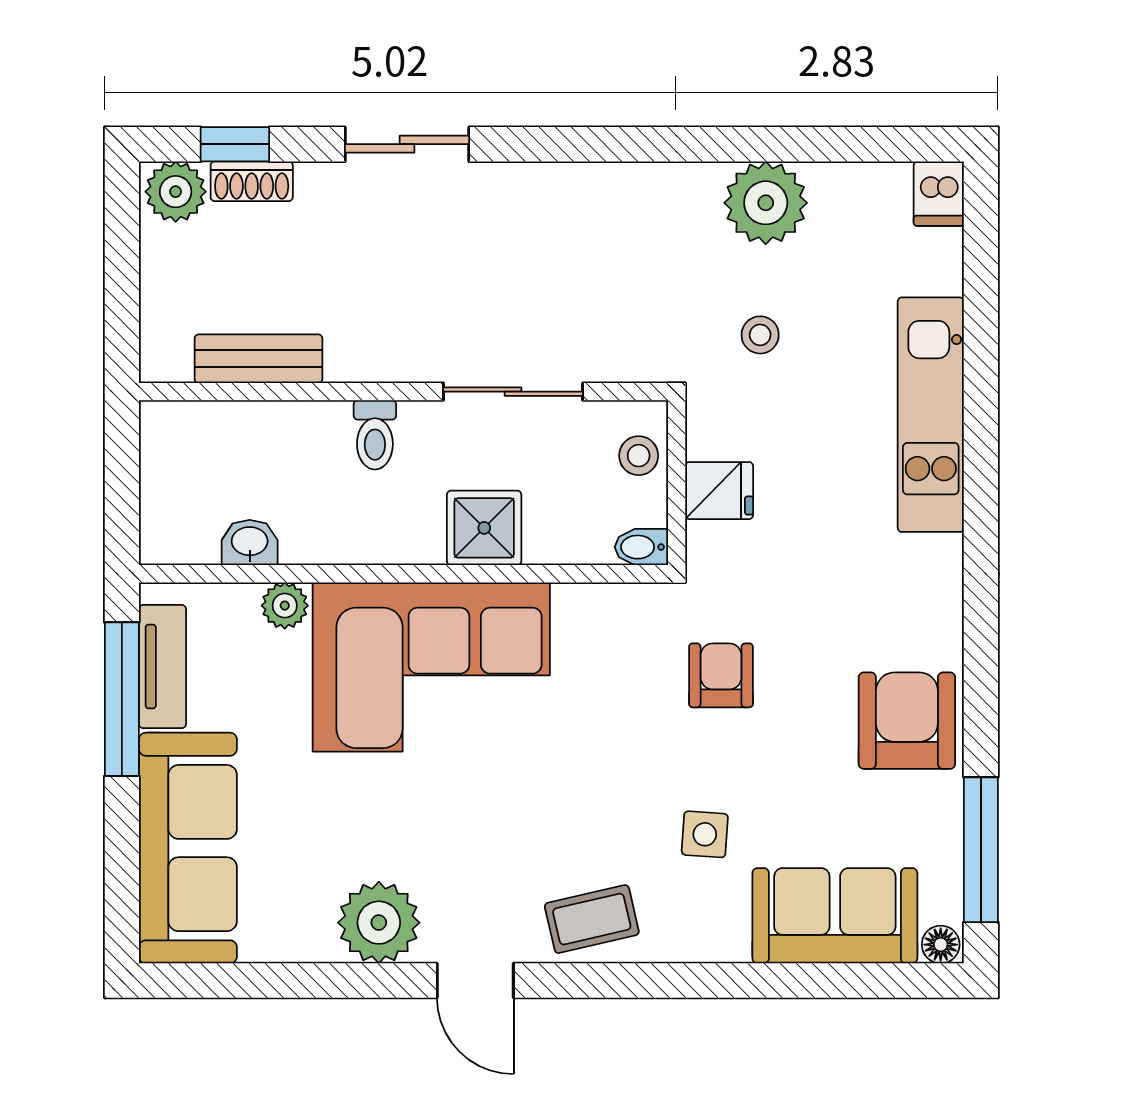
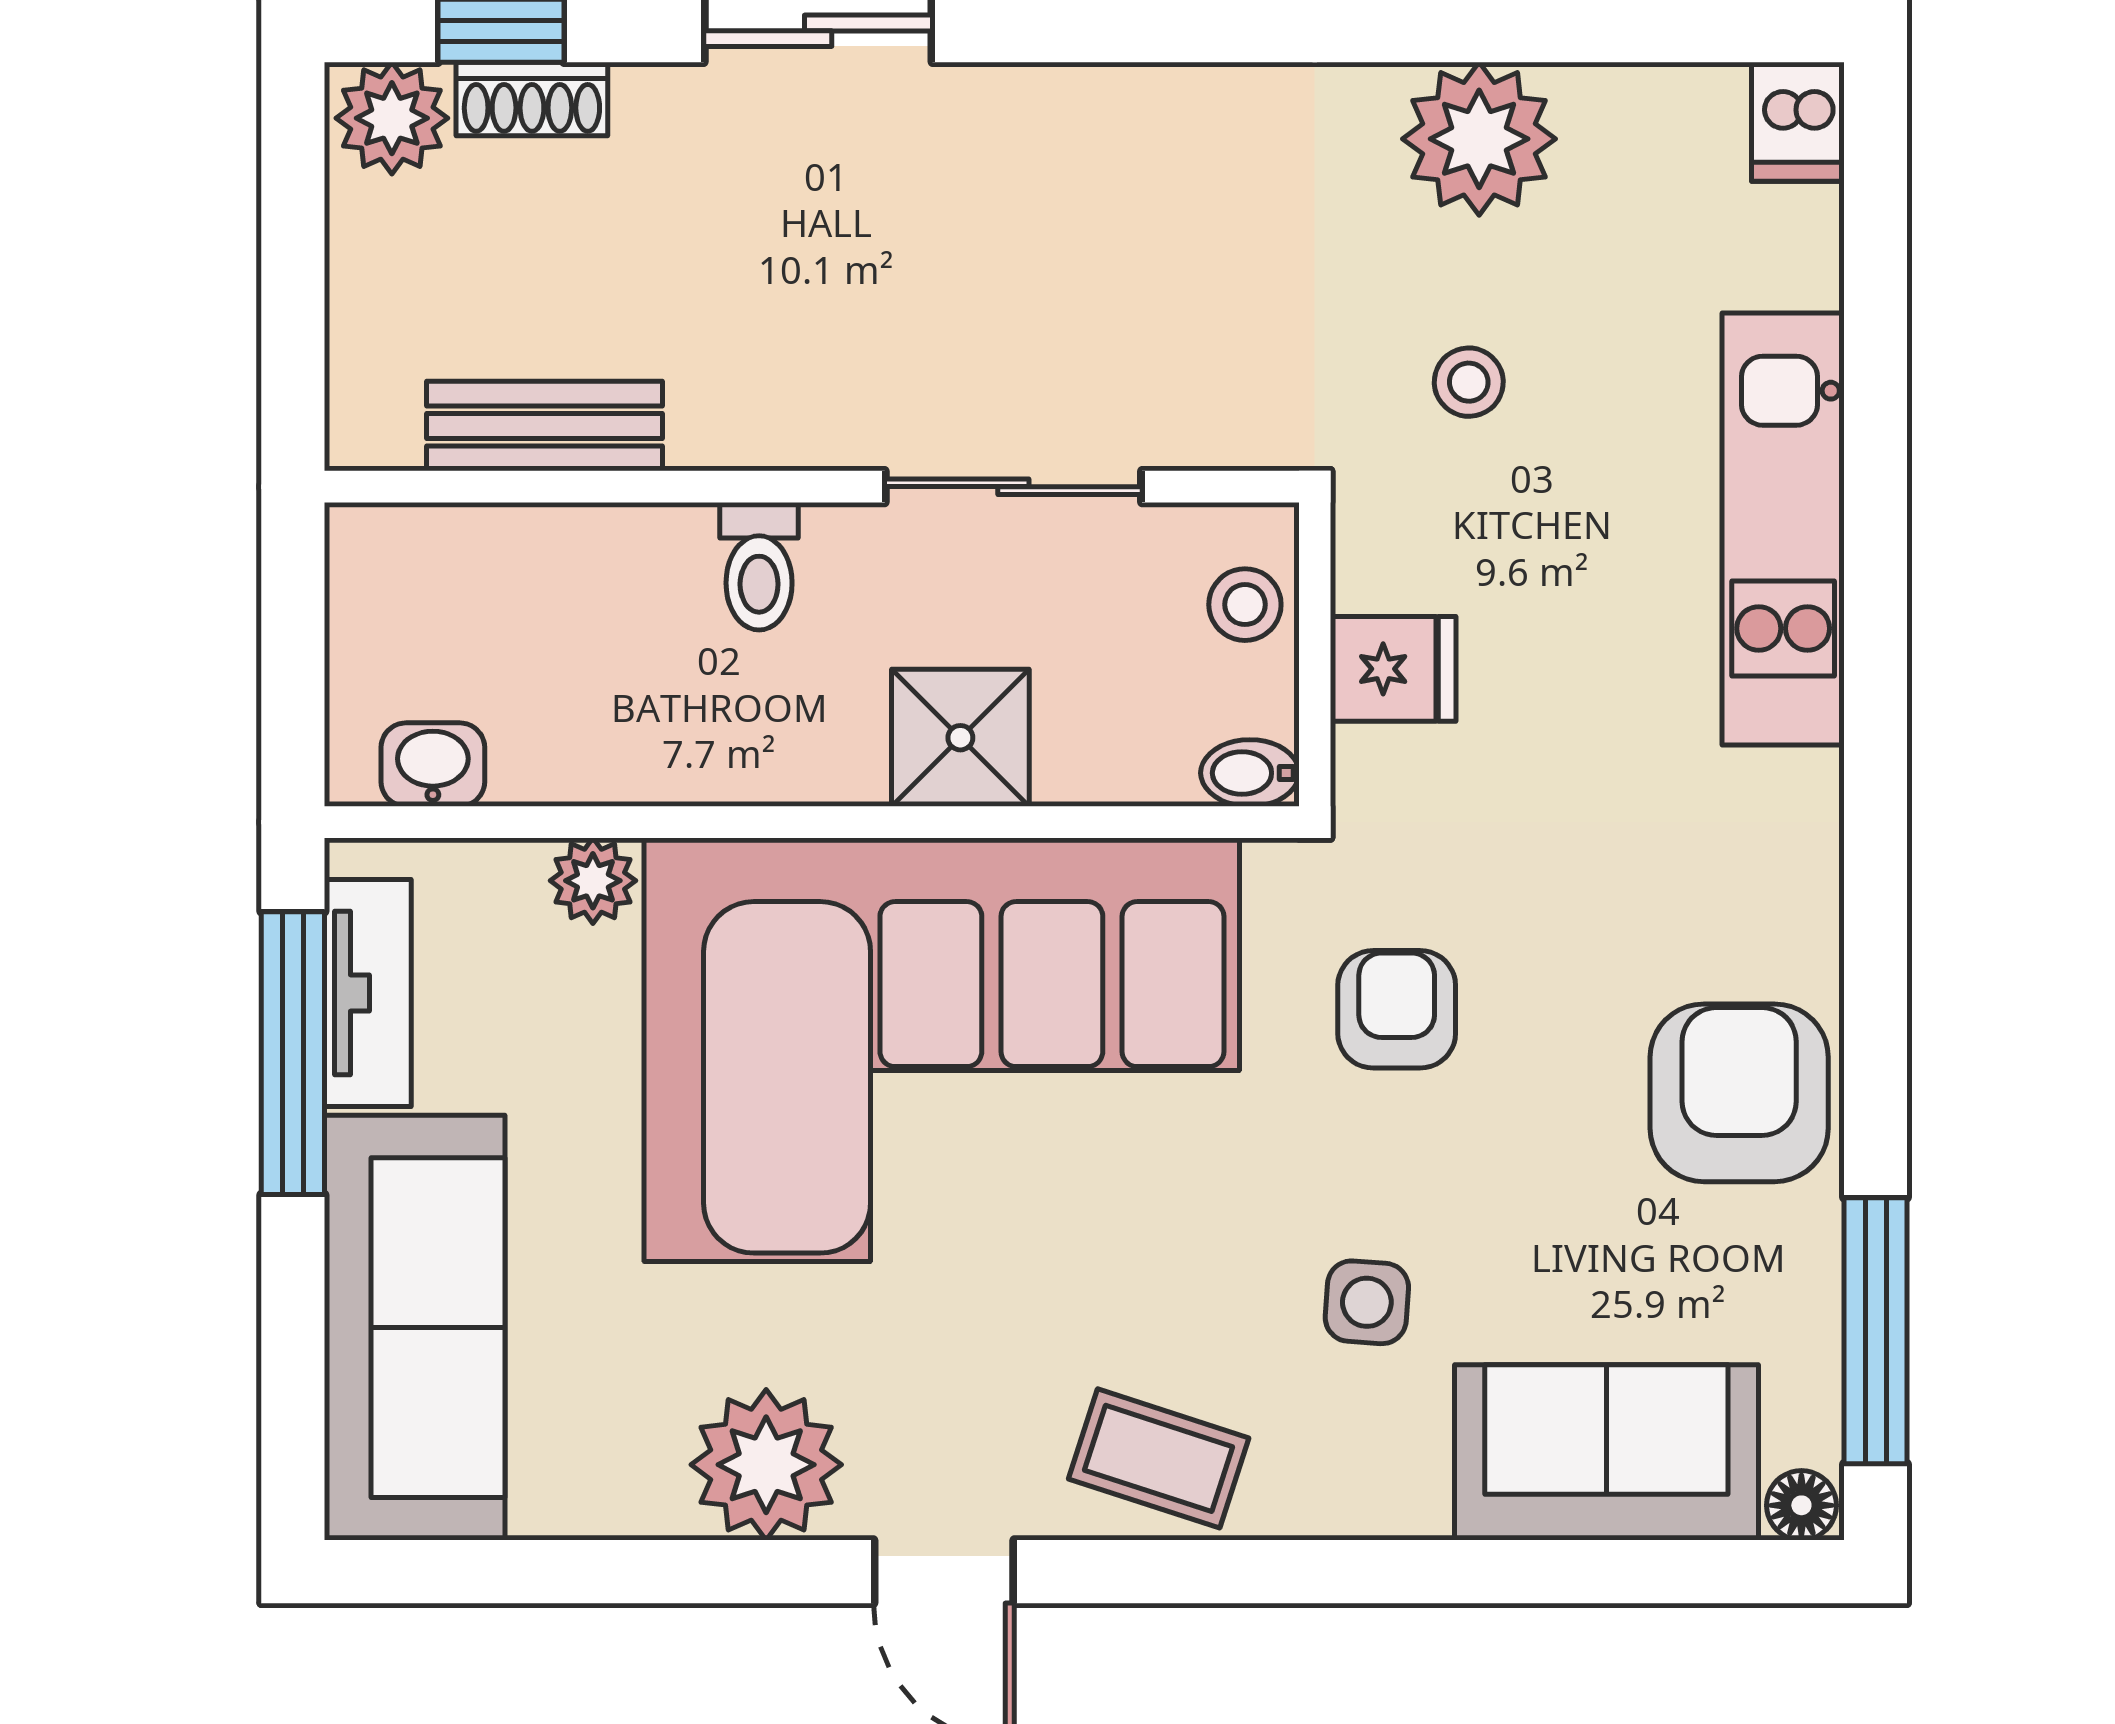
washbasin: (250, 542) -> (433, 765), moved
corner sofa: (431, 667) -> (942, 1050), width x1.36, depth x1.36
coffee table: (592, 919) -> (1159, 1458), turned 31

